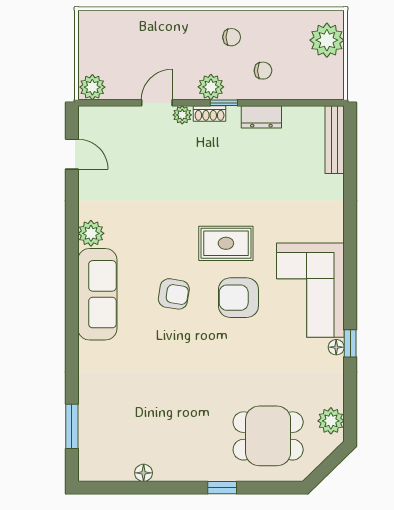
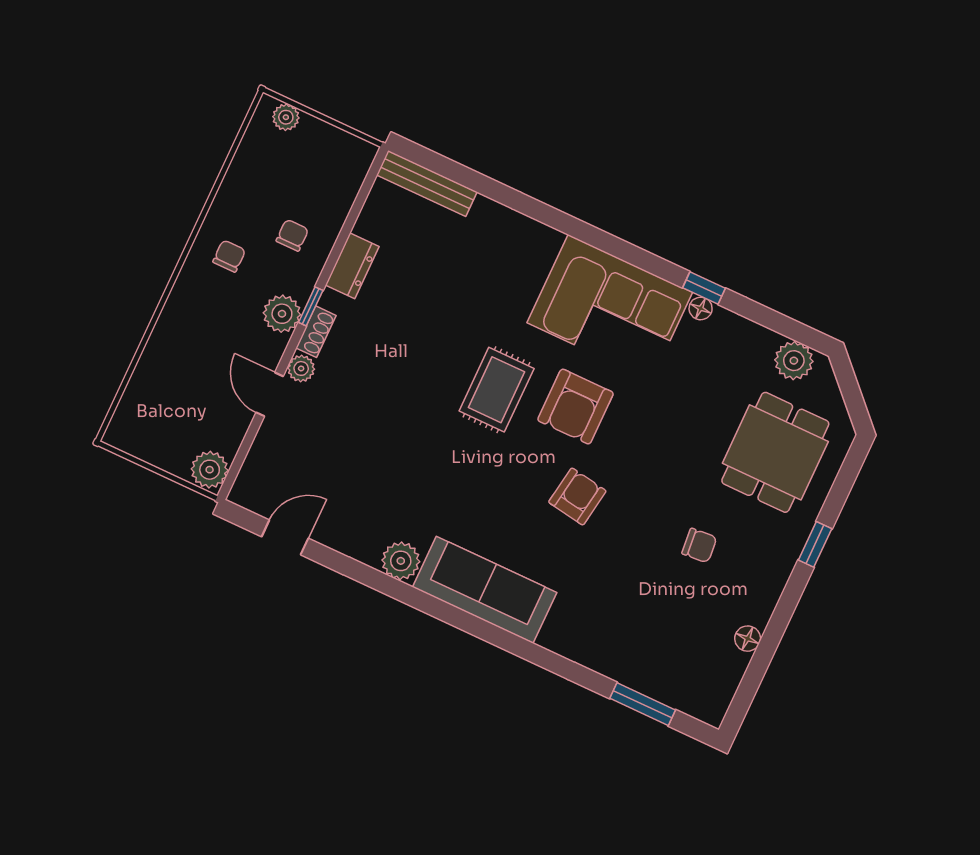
plant: (327, 40) -> (286, 117), width x0.53, depth x0.53
armchair: (174, 294) -> (577, 496), moved
chair: (188, 416) -> (699, 545), added

